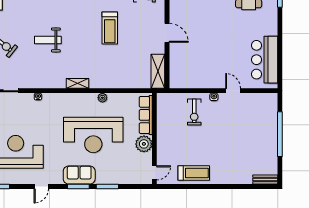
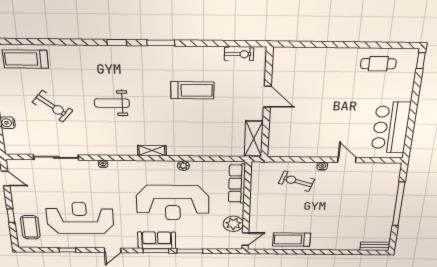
treadmill: (110, 28) -> (192, 90), turned -90
exercise bike: (194, 112) -> (297, 181), turned 108
plant: (144, 144) -> (233, 224), moved
treadmill: (194, 173) -> (292, 240), turned 180

